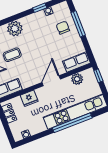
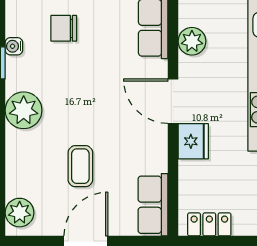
plant: (15, 29) -> (24, 110), moved
fridge: (29, 98) -> (193, 141), moved

